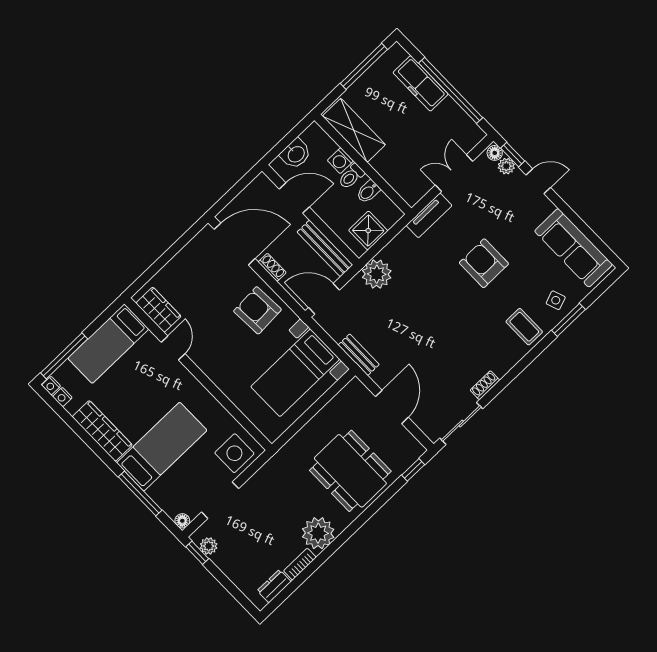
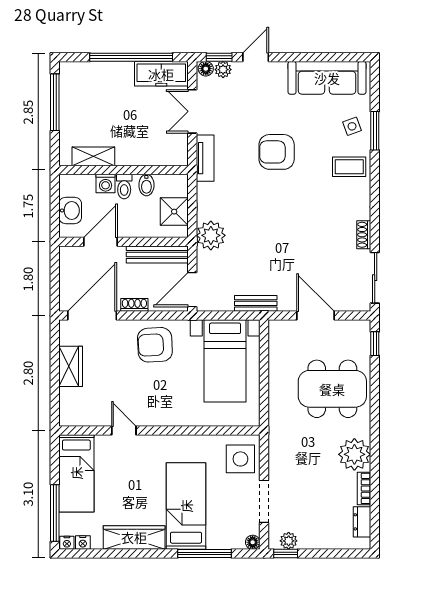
freezer: (421, 83) -> (161, 74), moved
shelving: (354, 130) -> (93, 156), width x0.67, depth x0.75
wardrobe: (158, 310) -> (71, 366), moved, turned 90

